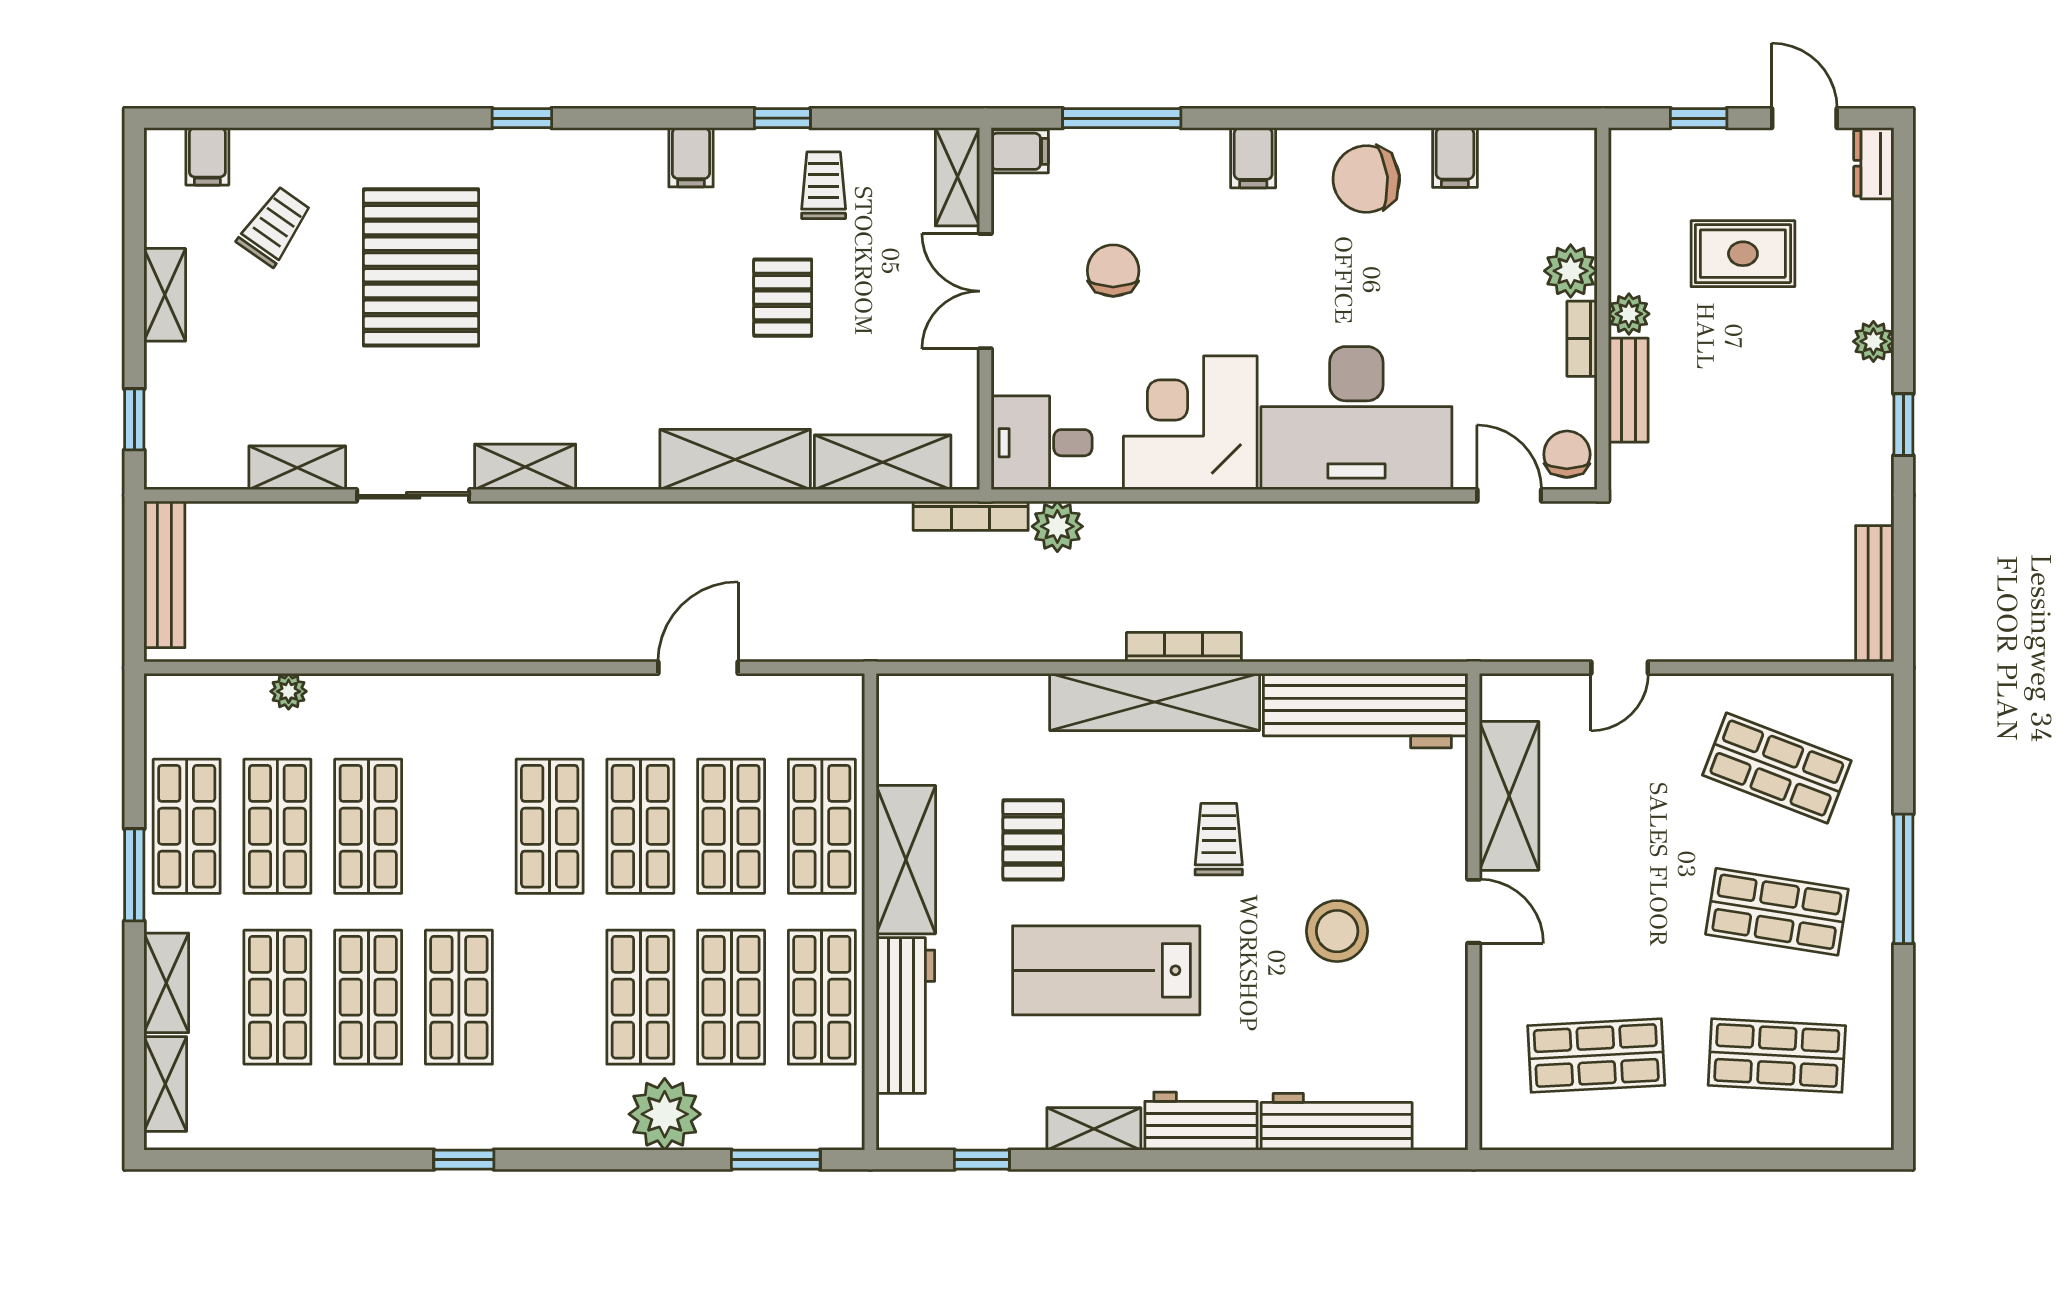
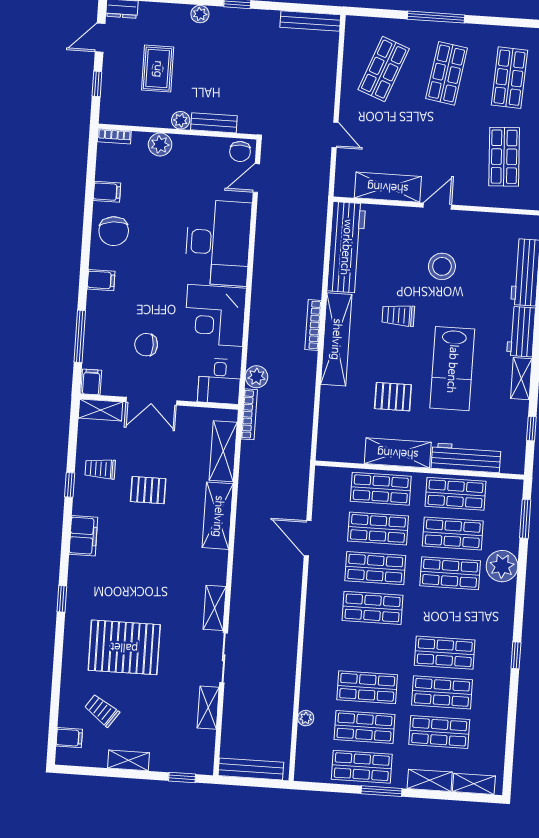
filing cabinet: (691, 157) -> (83, 536), width x2.00
bookcase: (1582, 339) -> (114, 136), moved
chair: (1567, 454) -> (240, 152), turned -90

